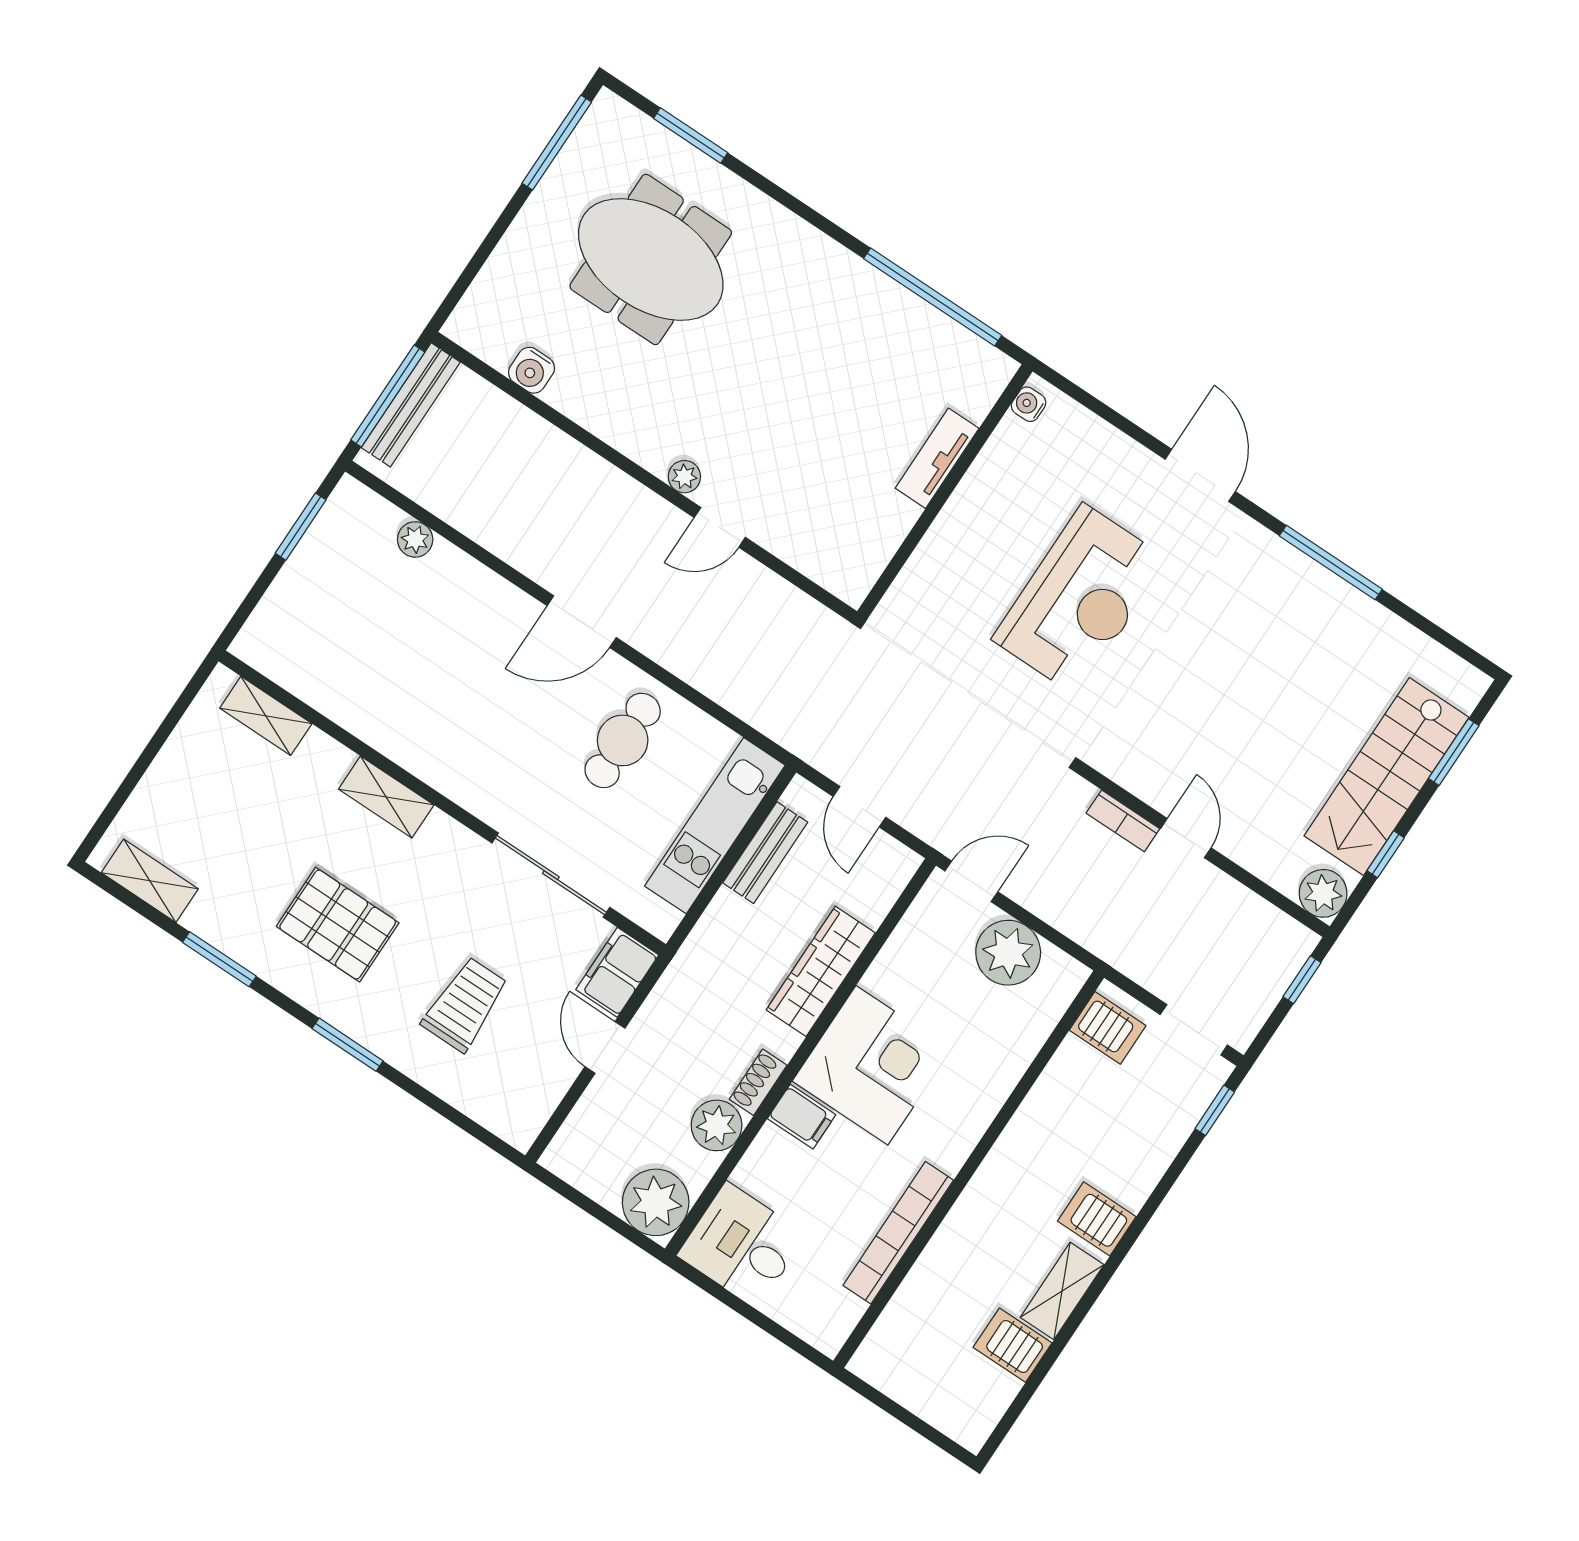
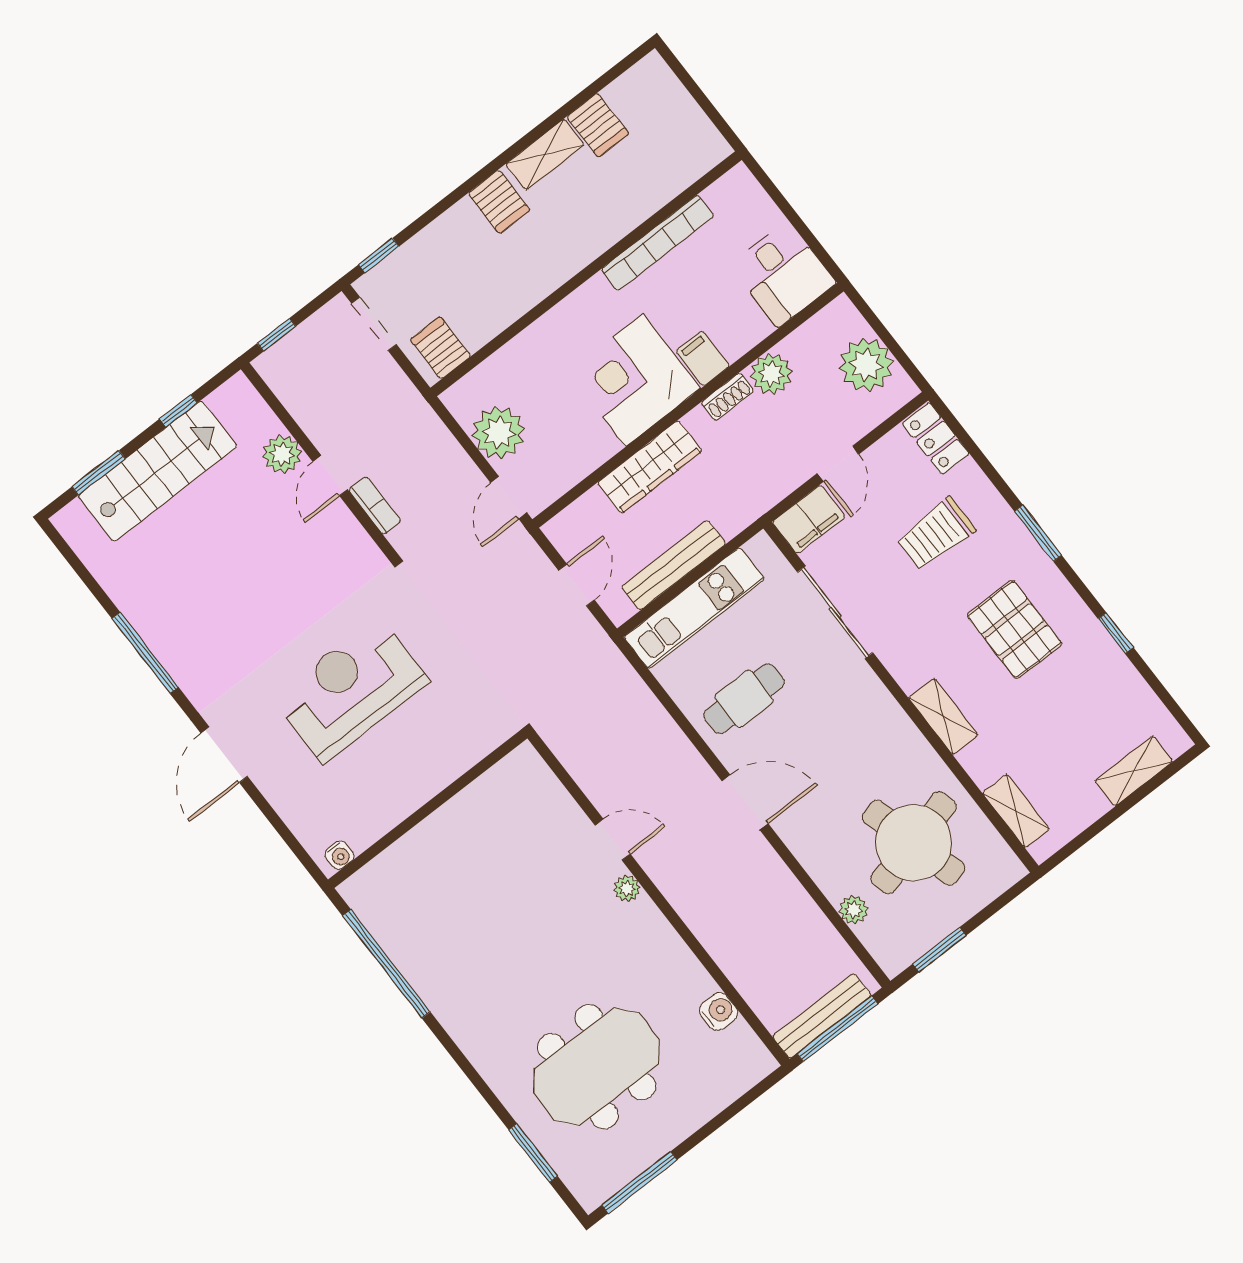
meeting table: (651, 259) -> (597, 1067), turned 90
tv unit: (937, 458) -> (425, 837), removed
round table: (372, 640) -> (914, 843), added
bench: (765, 853) -> (674, 565), width x1.36
shelving: (150, 881) -> (1134, 771), moved, turned 90
door: (971, 881) -> (509, 498), hinge flipped
plant: (1323, 893) -> (282, 454), moved
window: (219, 959) -> (1116, 633), width x0.67
locker: (502, 1114) -> (936, 438), added
plant: (656, 1202) -> (866, 365), moved

